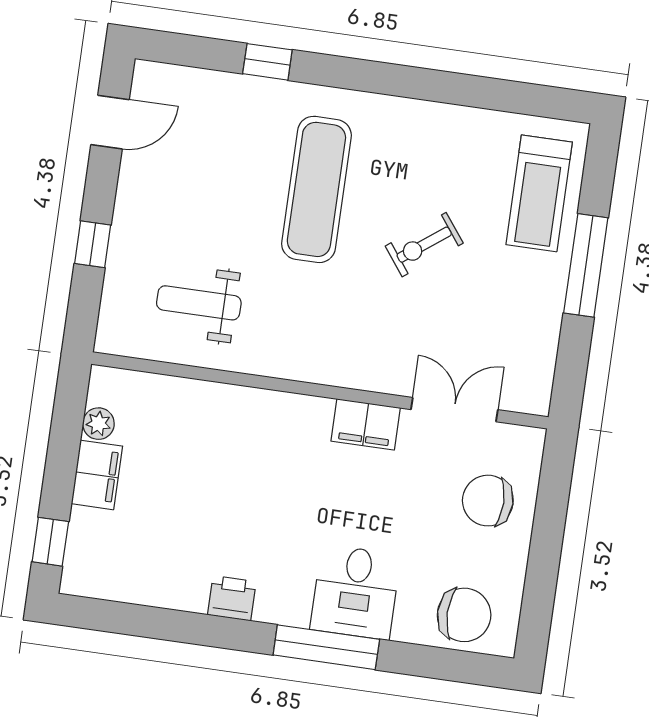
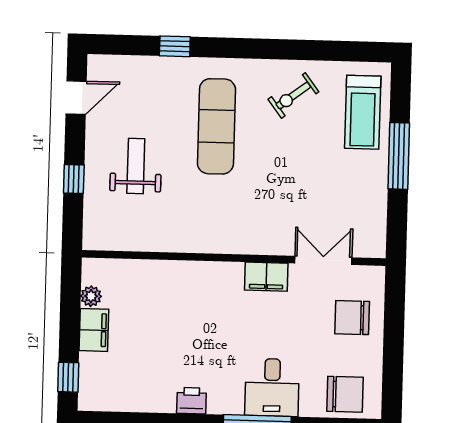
exercise bike: (424, 245) -> (293, 96), moved
weight bench: (199, 303) -> (136, 166), moved, turned 90

